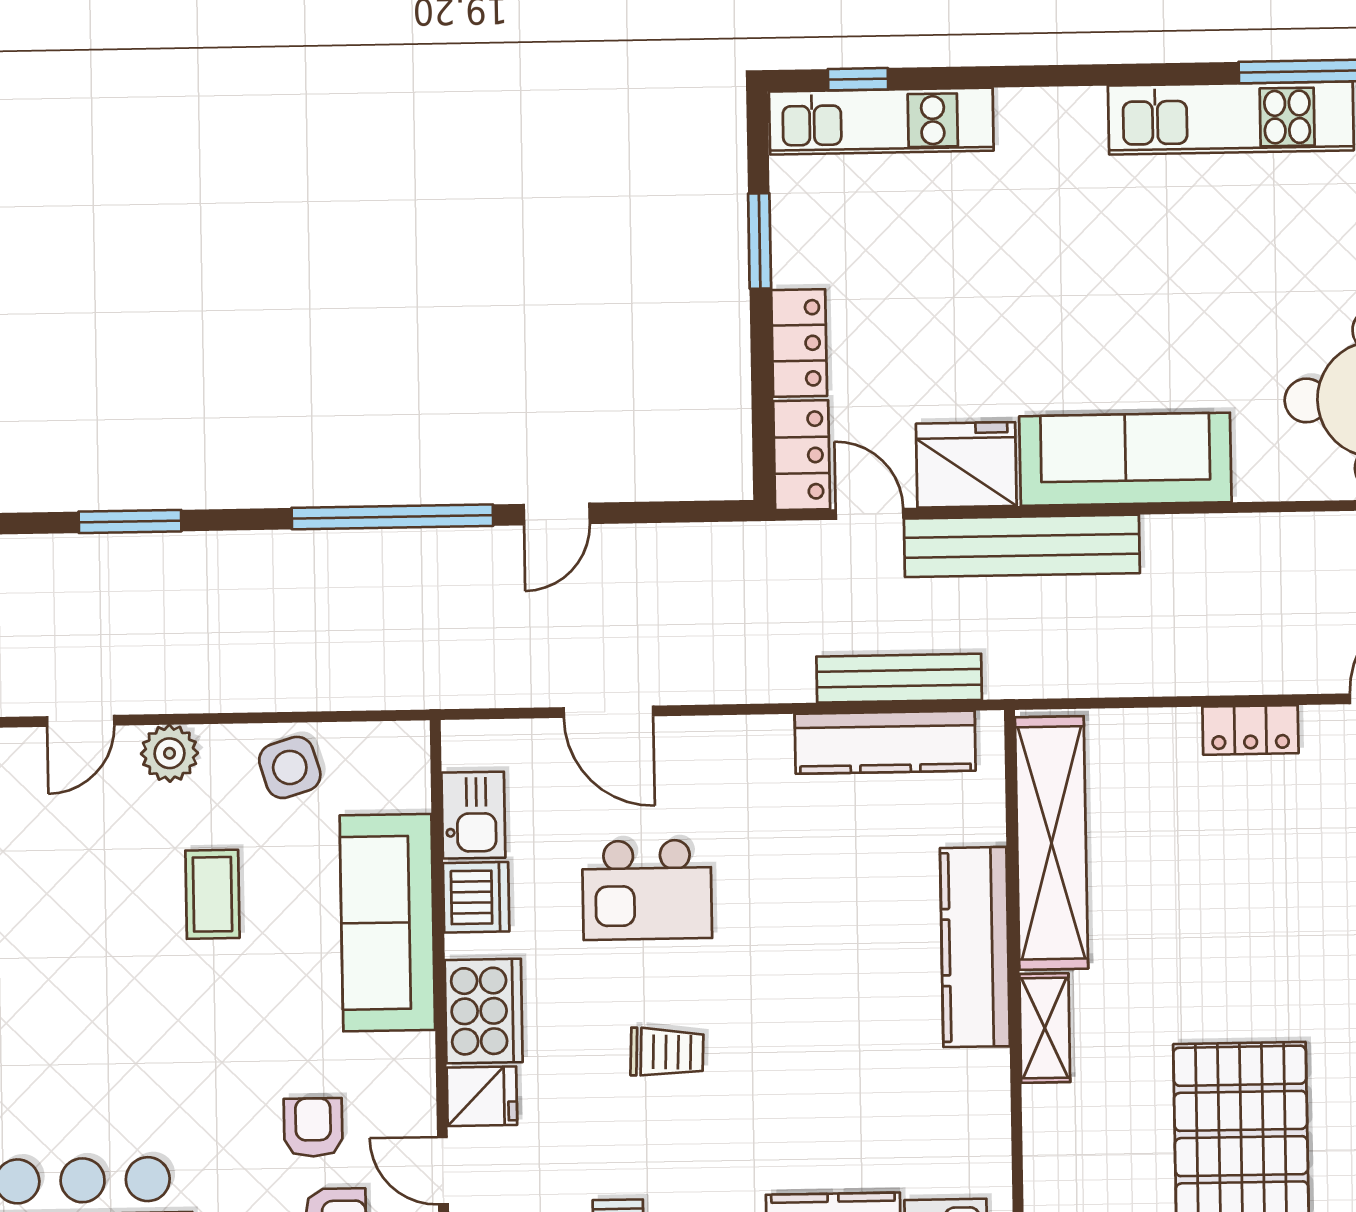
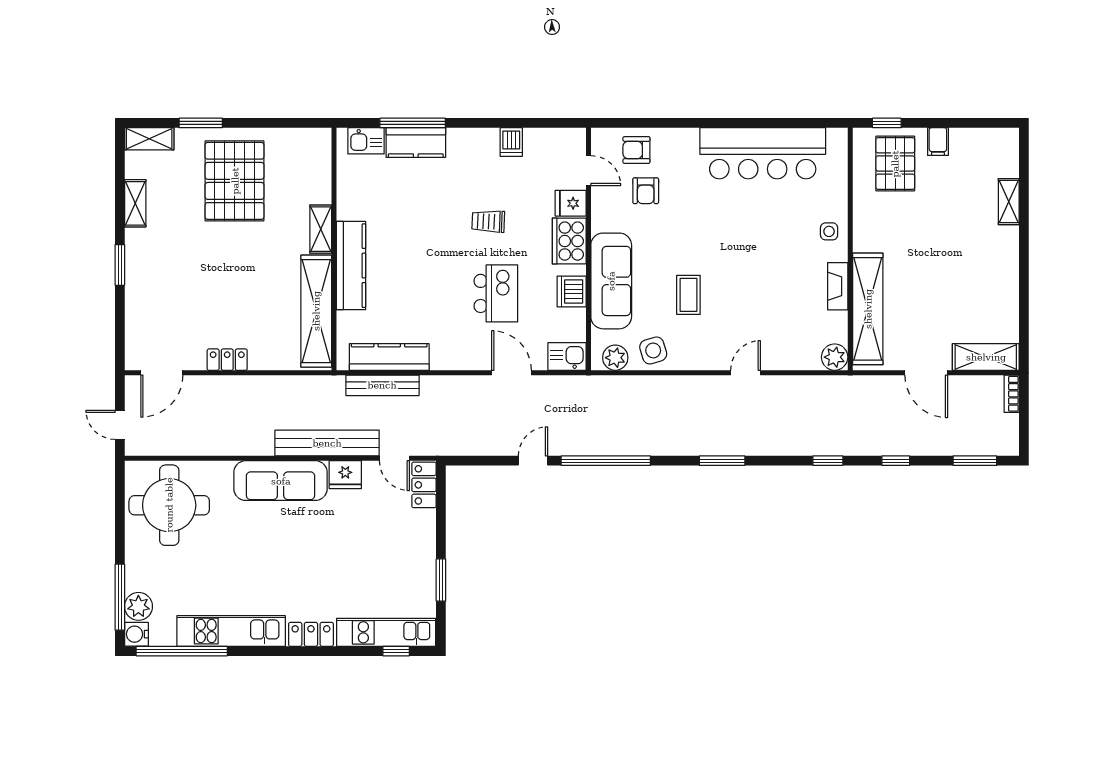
locker: (799, 343) -> (311, 634), moved, turned 90
fridge: (966, 465) -> (345, 475), width x0.73, depth x0.75
plant: (170, 753) -> (615, 358), moved
kitchen sink: (473, 815) -> (567, 356), moved, turned 90
kitchen island: (647, 890) -> (496, 293), turned 90

